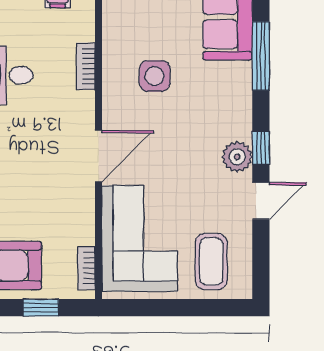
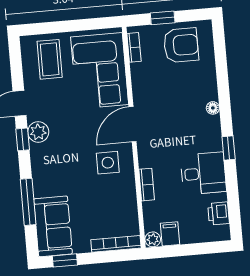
side table: (155, 76) -> (108, 163), moved

